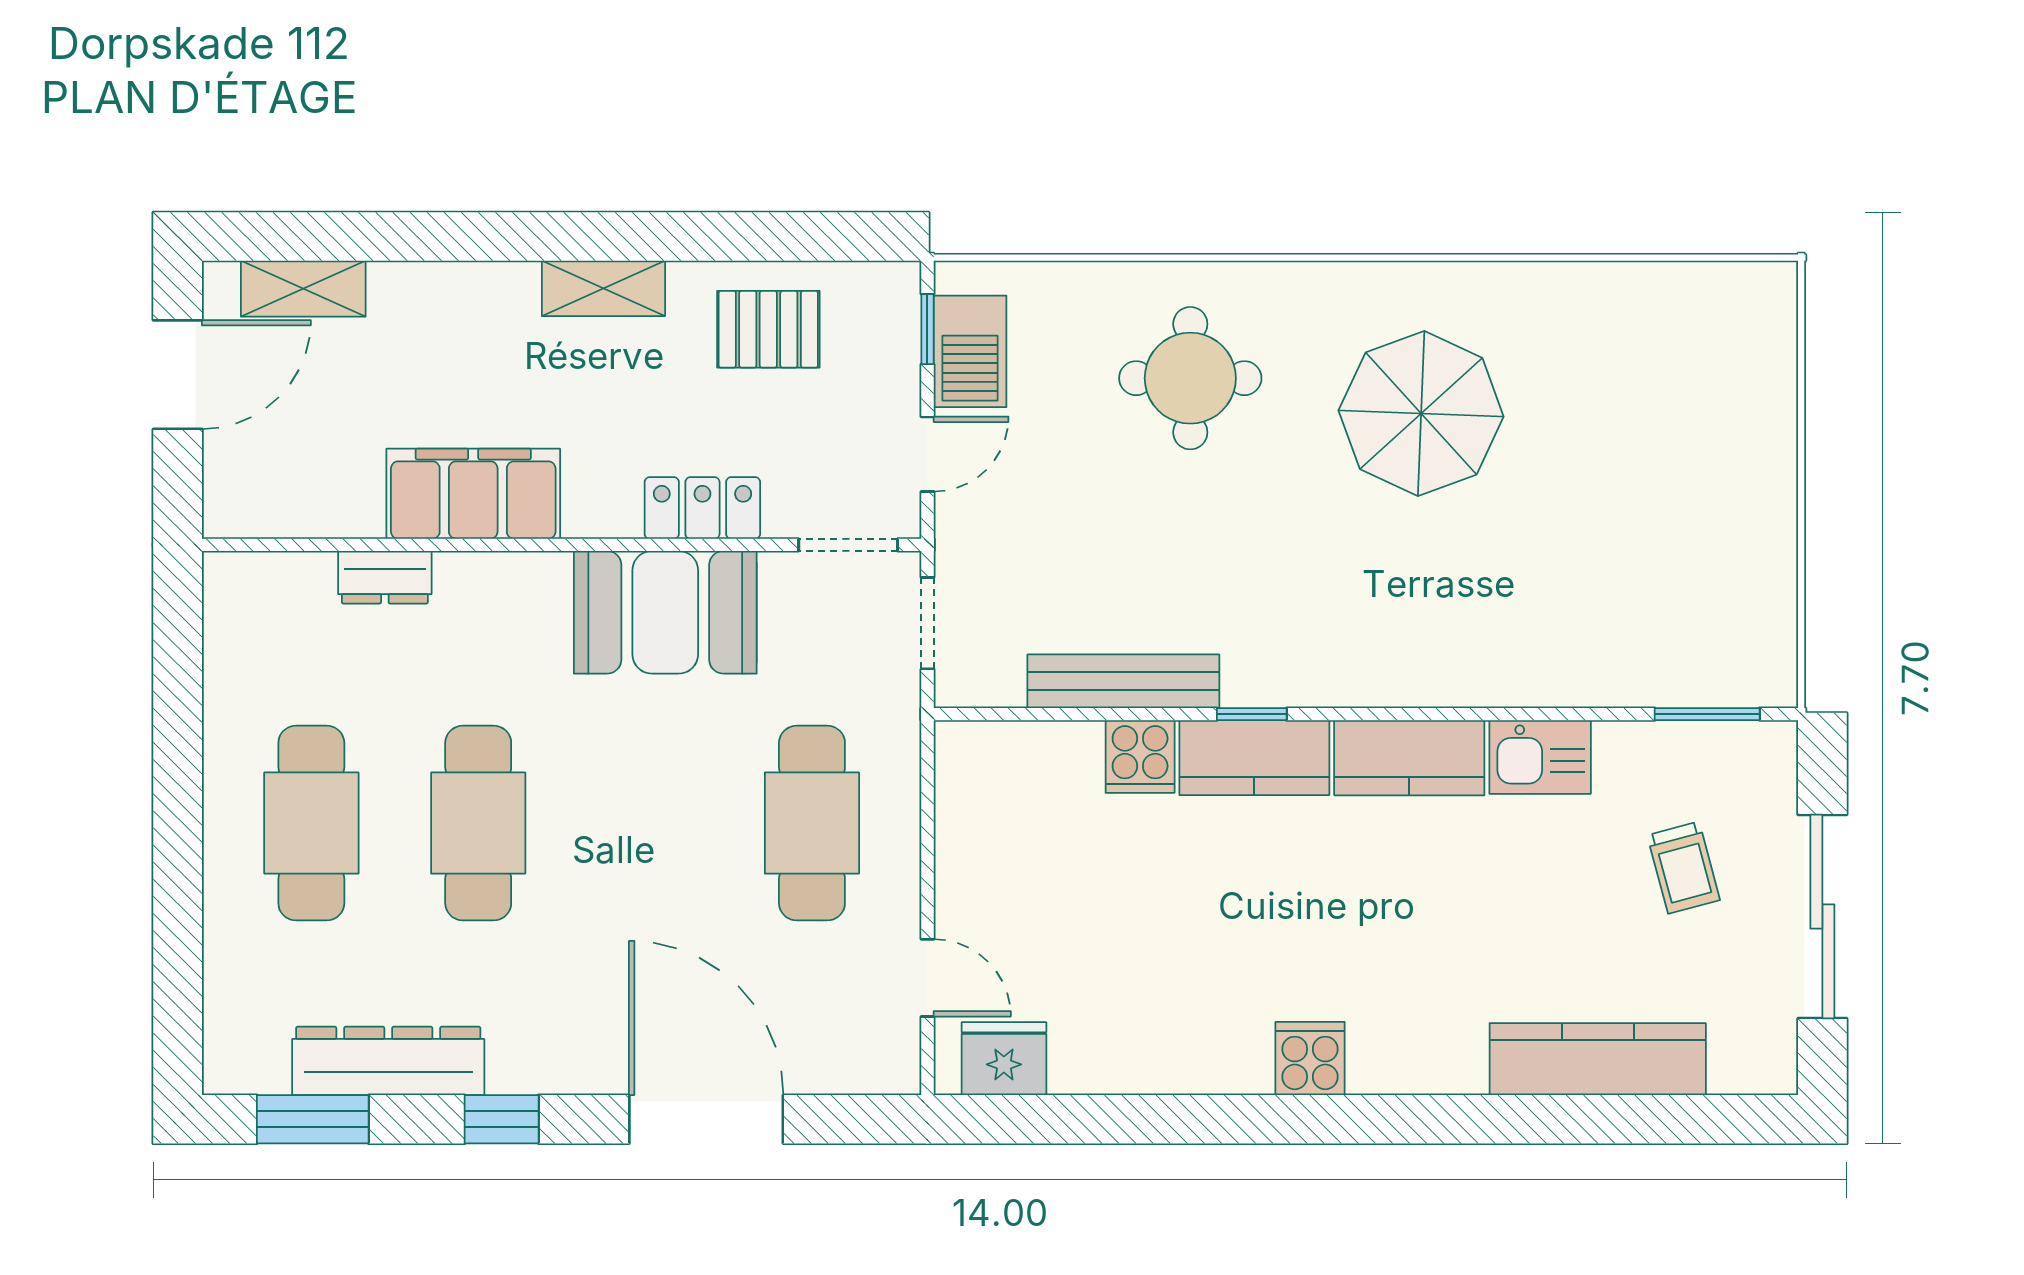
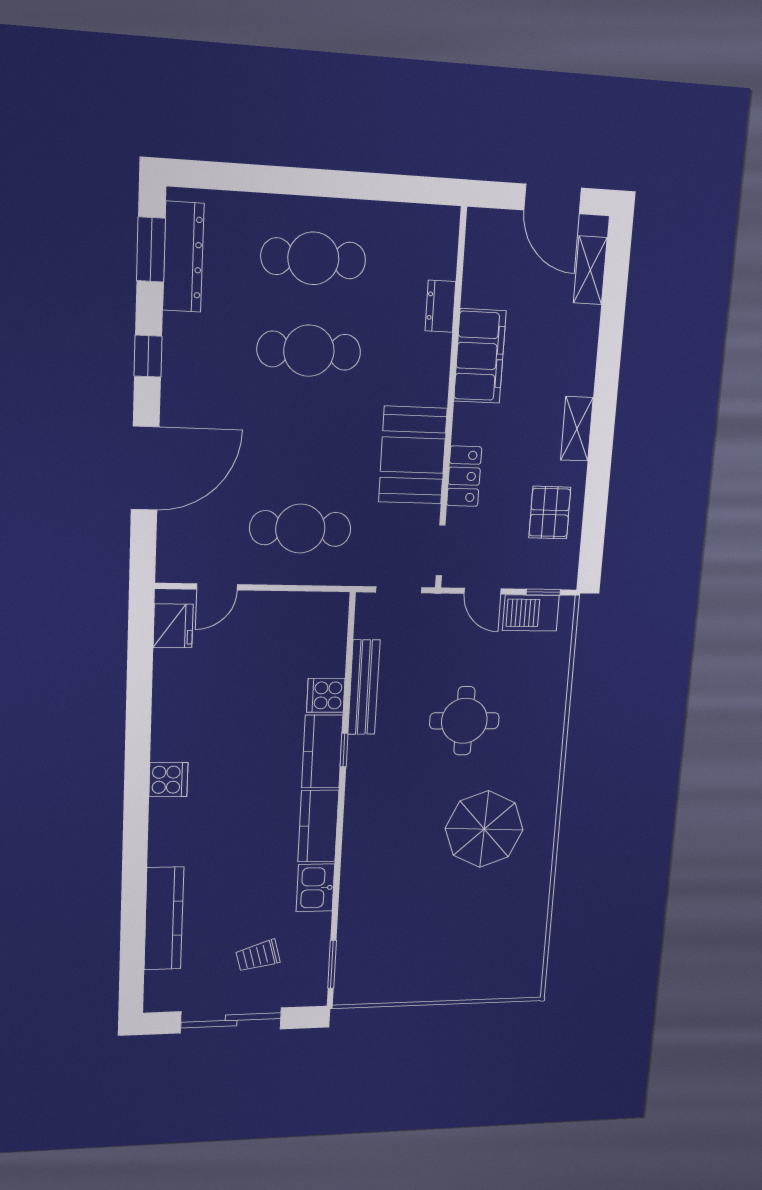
round table: (1190, 378) -> (464, 721), moved
dresser: (388, 1061) -> (183, 257), moved

